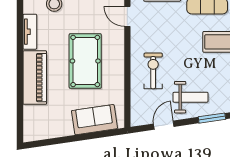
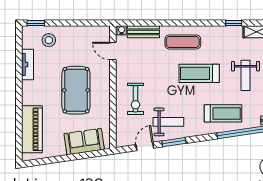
exercise bike: (153, 71) -> (136, 99), turned 180
piano: (35, 78) -> (32, 129), moved
window: (212, 118) -> (174, 142), moved

